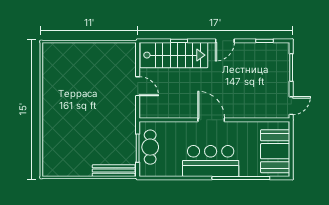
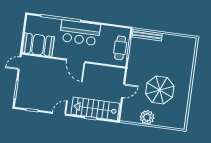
plant: (98, 53) -> (147, 117), added
door: (138, 86) -> (123, 91), swing flipped
parasol: (85, 94) -> (160, 90), added
booth: (275, 151) -> (38, 45), moved, turned 90

